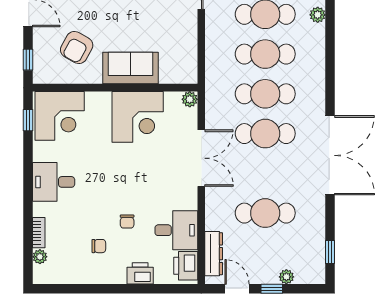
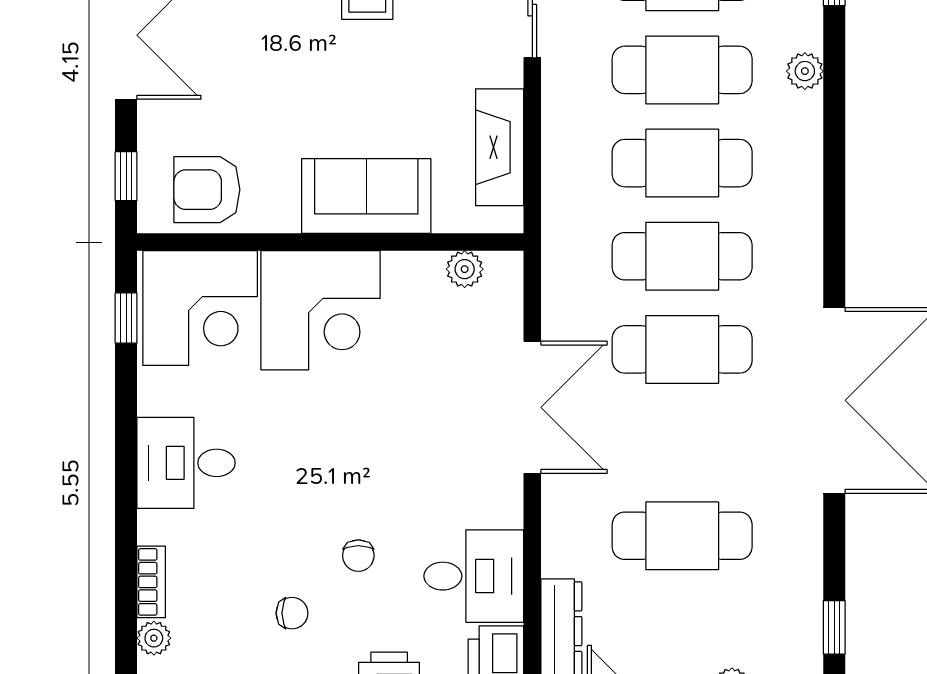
armchair: (77, 47) -> (207, 190), moved, turned 61
fireplace: (187, 47) -> (500, 147), added
plant: (190, 99) -> (465, 269), moved
corner desk: (138, 117) -> (321, 310), moved

